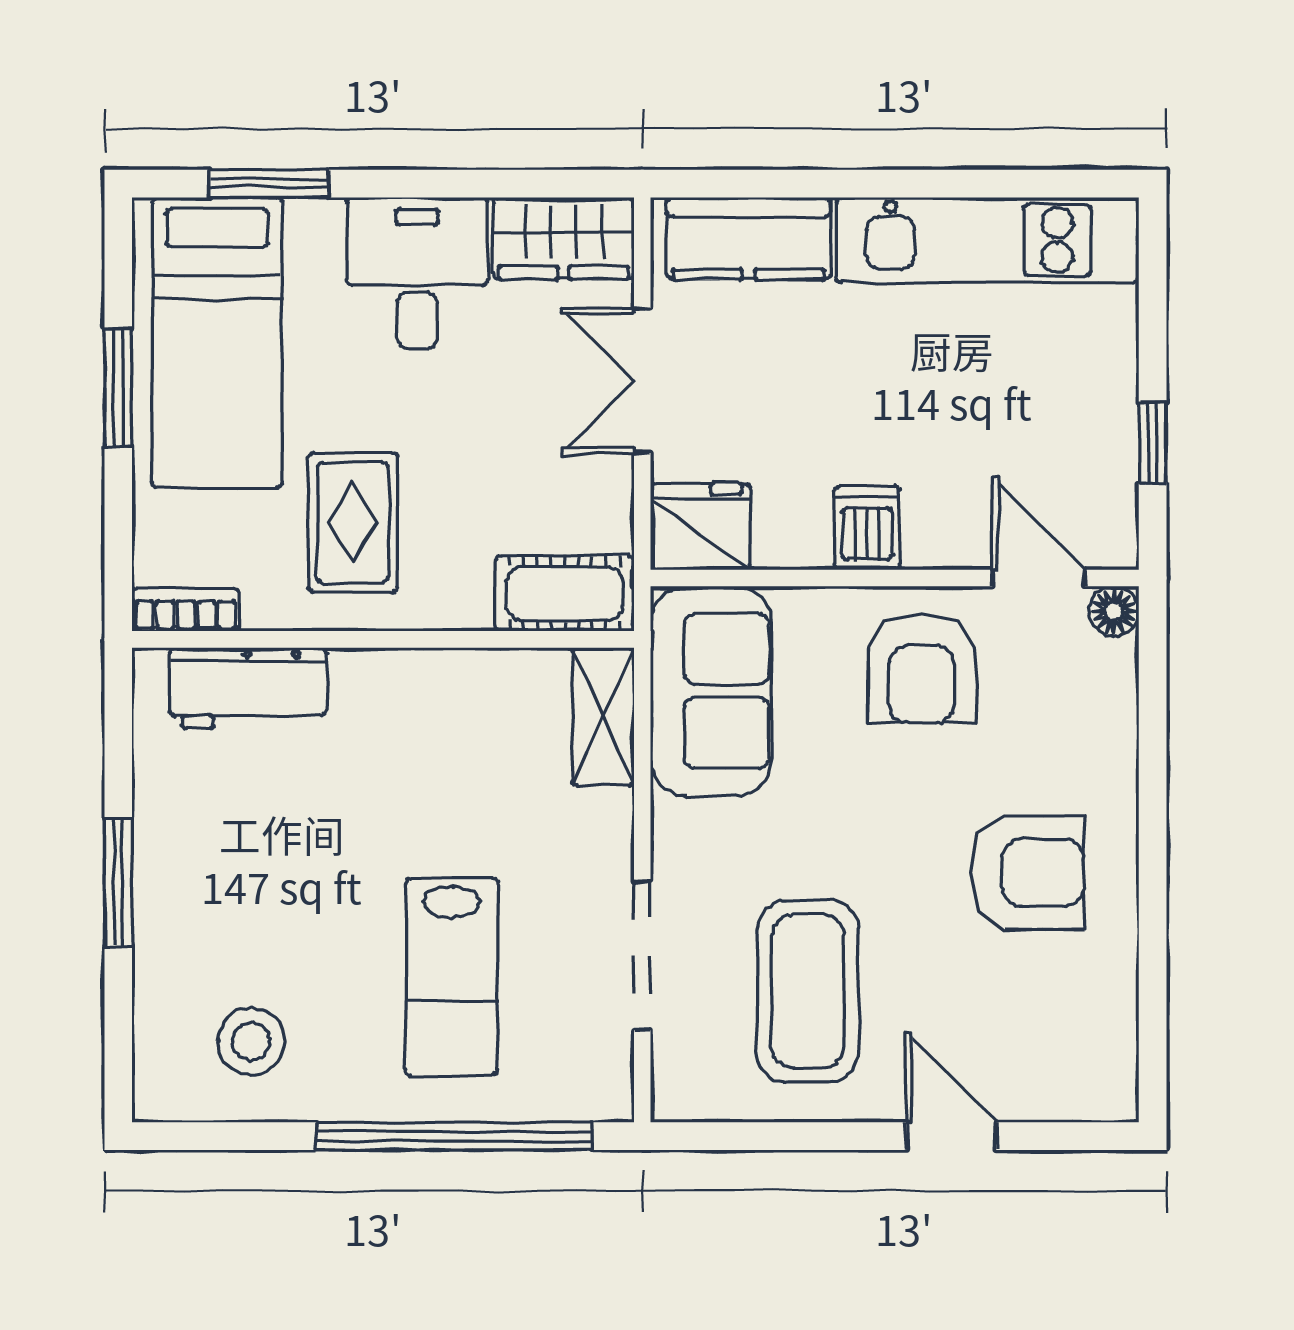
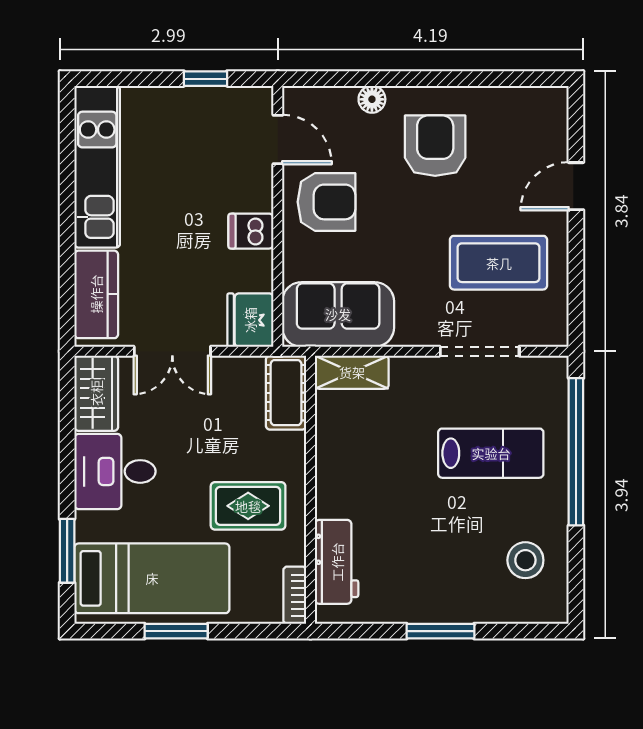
door: (1039, 578) -> (278, 139), swing flipped
floor lamp: (1114, 611) -> (372, 99), moved

